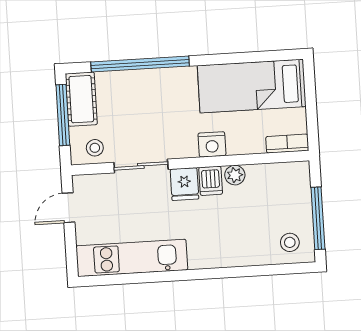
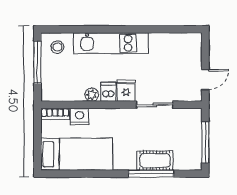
window: (140, 64) -> (151, 174), width x0.68
cot: (81, 99) -> (155, 161), moved, turned 90
nightstand: (212, 144) -> (80, 116), moved
stool: (95, 148) -> (185, 119), removed
kitchen unit: (132, 258) -> (111, 43), moved

